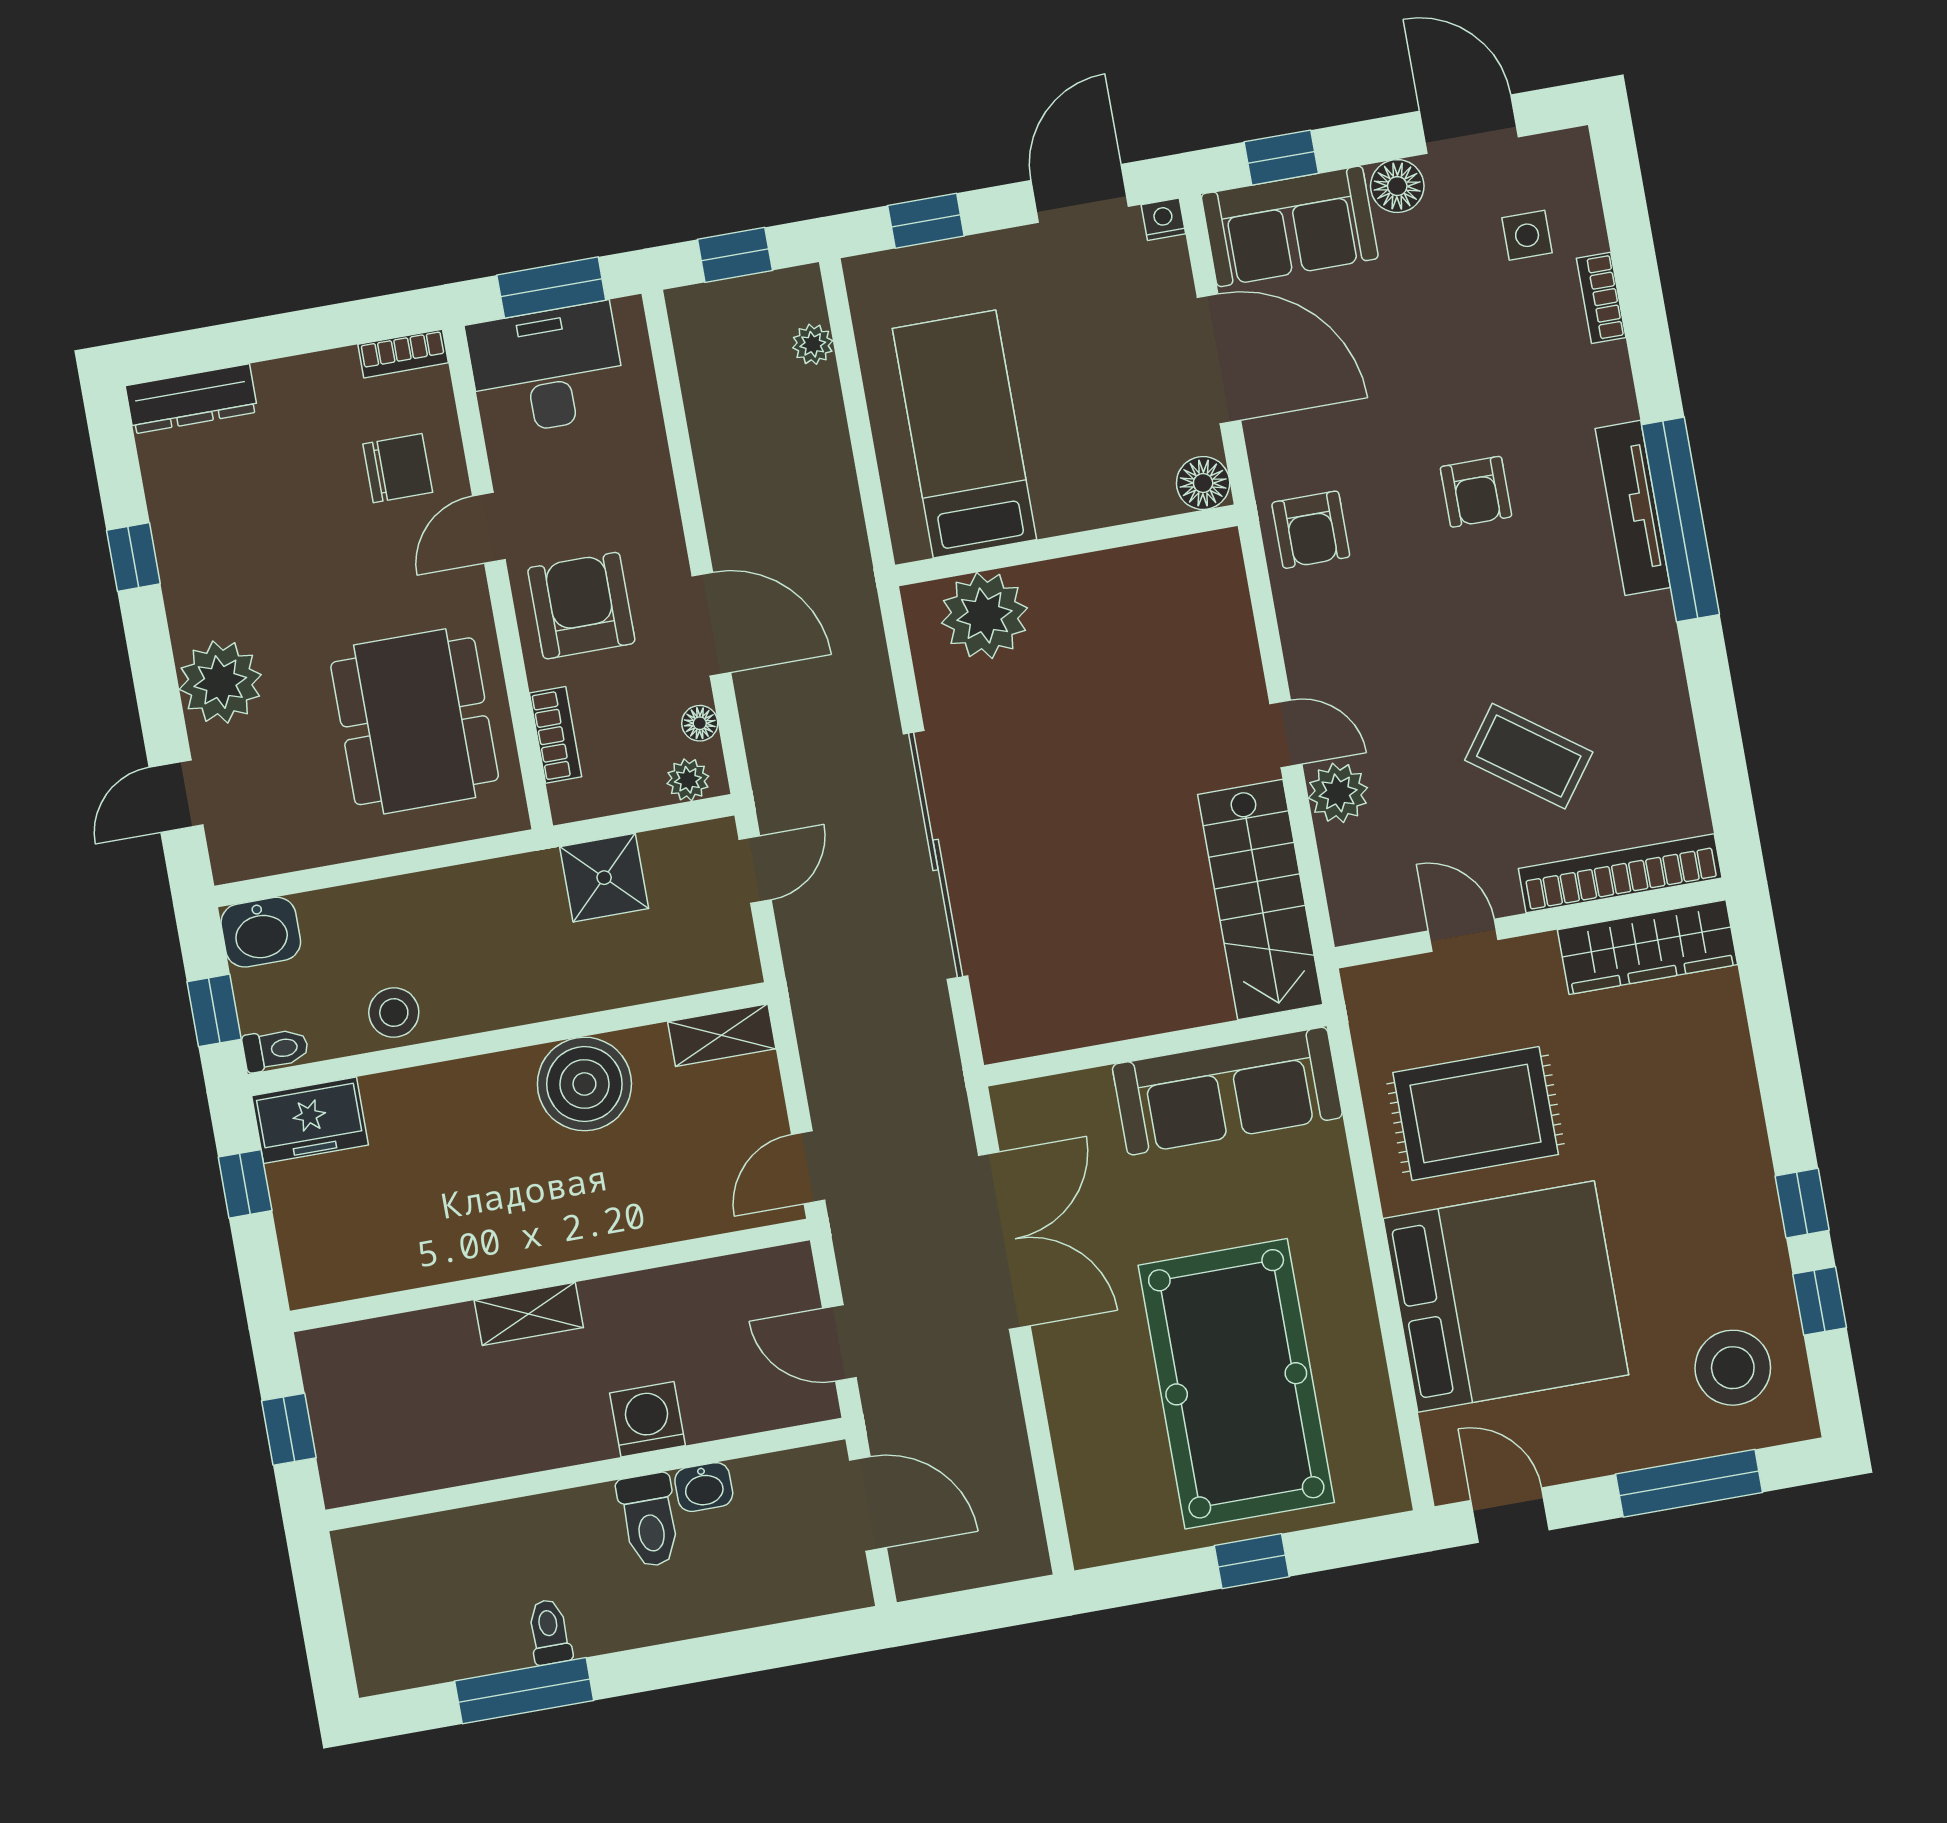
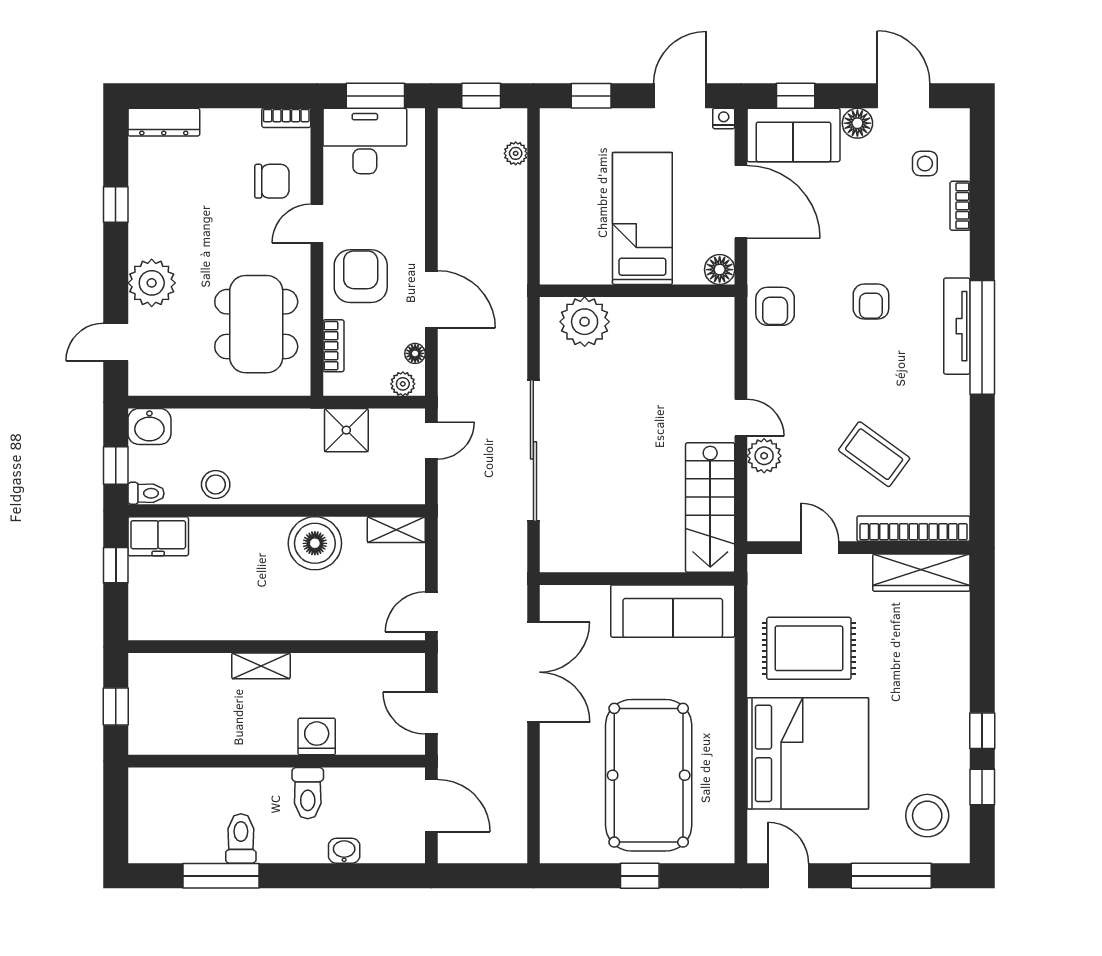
bed: (965, 434) -> (642, 218), moved
washbasin: (704, 1487) -> (344, 851), moved, turned 180
toilet: (549, 1632) -> (241, 838), width x1.37, depth x1.39

